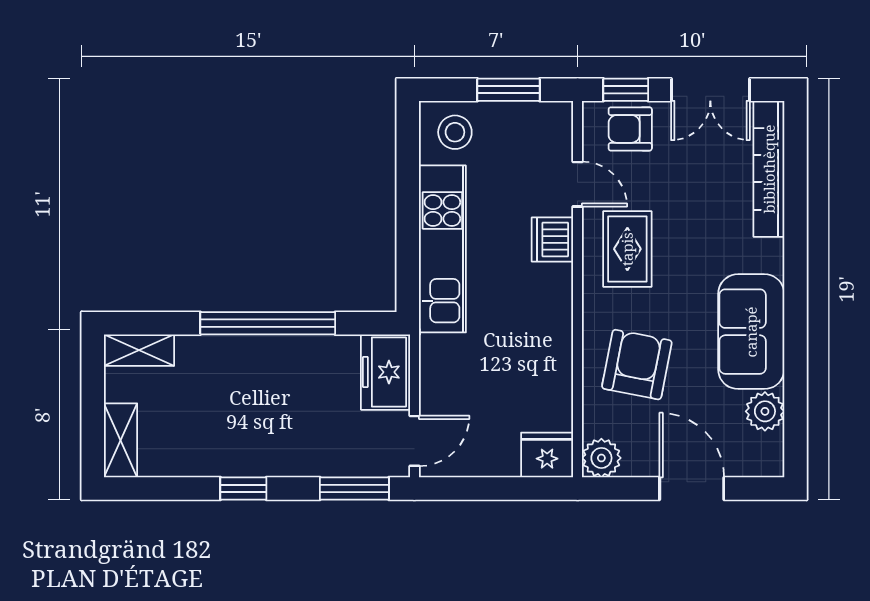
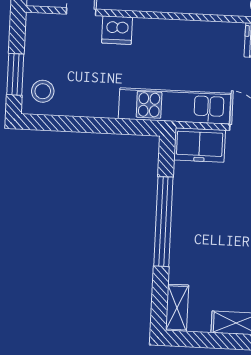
window: (509, 90) -> (15, 74), moved
kitchen unit: (442, 249) -> (175, 106), moved

